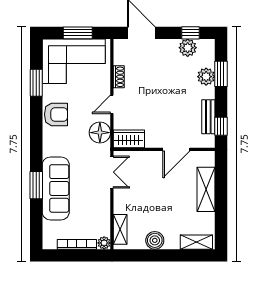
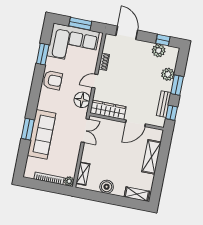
window: (221, 74) -> (177, 85), moved
wardrobe: (129, 139) -> (108, 110), width x1.50

